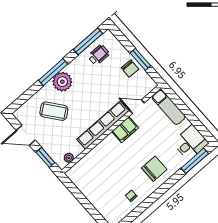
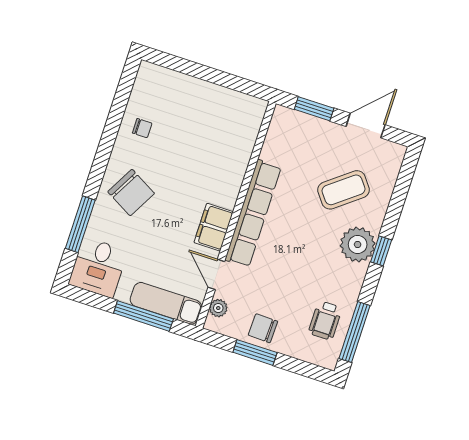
window: (53, 72) -> (381, 251), width x0.46
door: (137, 107) -> (216, 274), swing flipped
window: (183, 107) -> (143, 316), added
plant: (69, 158) -> (218, 308), moved
window: (195, 161) -> (80, 224), moved
chair: (154, 169) -> (131, 193), turned -61

